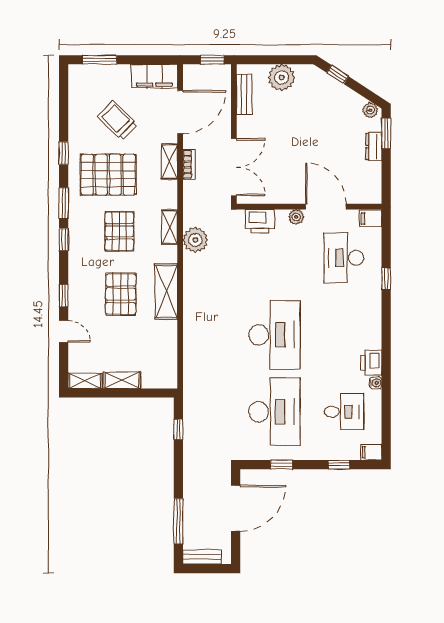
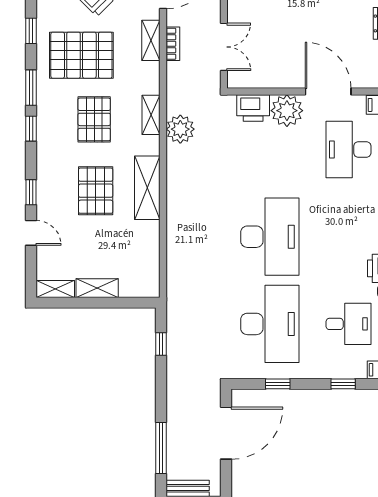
double door: (234, 167) -> (224, 47), width x0.73
plant: (296, 217) -> (287, 111), width x1.87, depth x1.87

